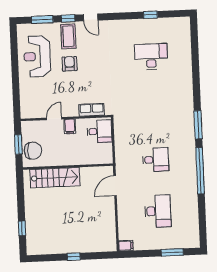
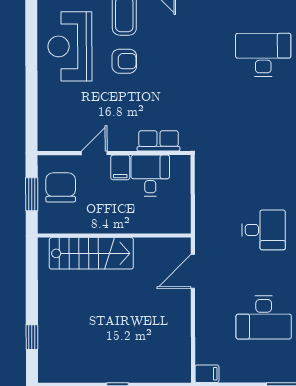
armchair: (70, 64) -> (124, 61), turned 90
desk: (99, 131) -> (150, 176), moved, turned -90
chair: (33, 151) -> (61, 187), moved, turned -90
desk: (158, 211) -> (264, 317), turned 90

